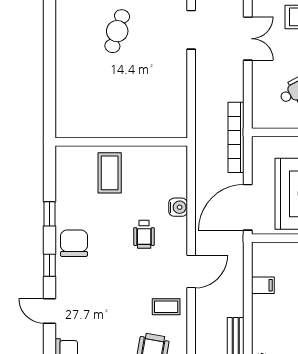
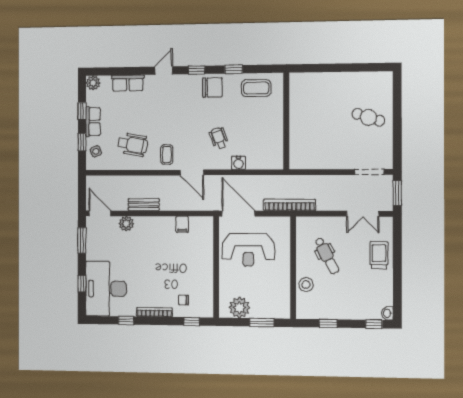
coffee table: (110, 173) -> (256, 88), moved
wheelchair: (144, 234) -> (219, 138), turned 70

